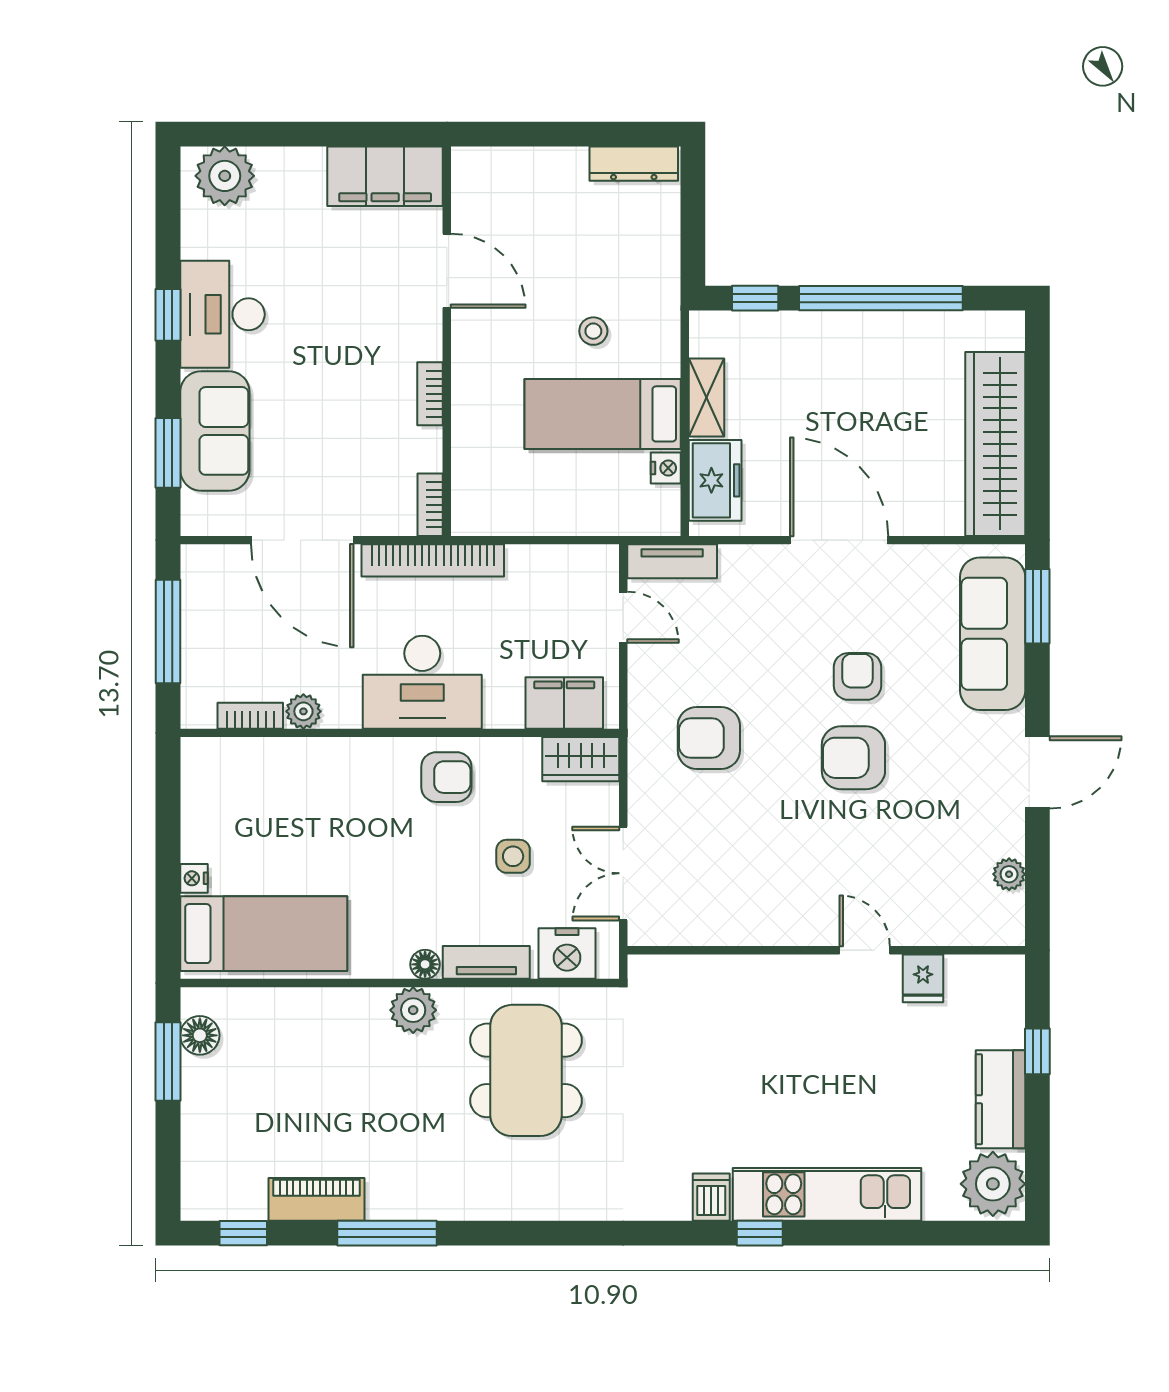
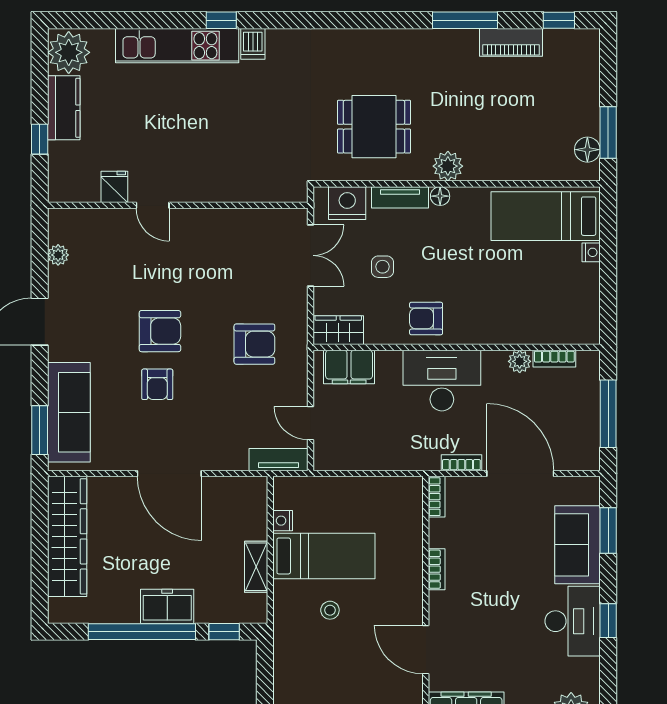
freezer: (715, 480) -> (167, 606), moved, turned 90
bookcase: (433, 560) -> (461, 463), width x0.43, depth x0.76
dining table: (526, 1070) -> (374, 127), width x0.73

